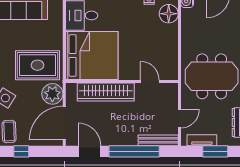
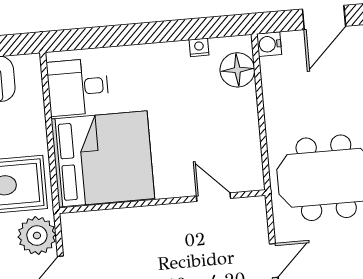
wardrobe: (106, 92) -> (135, 224), removed

